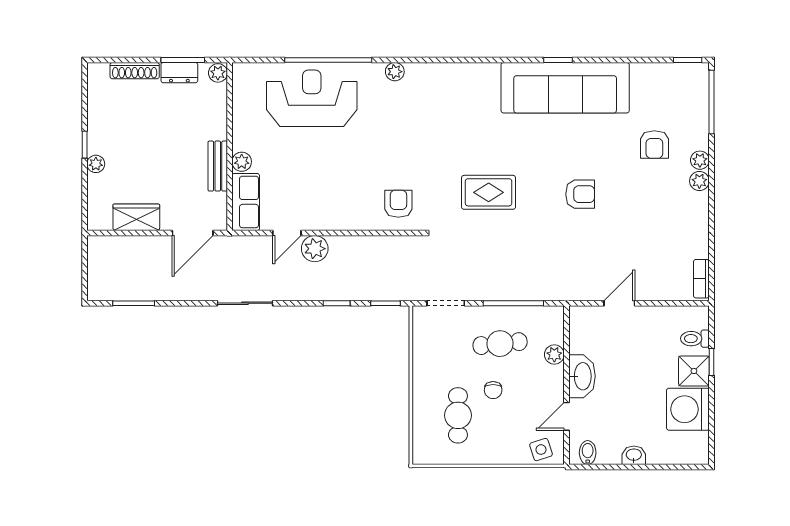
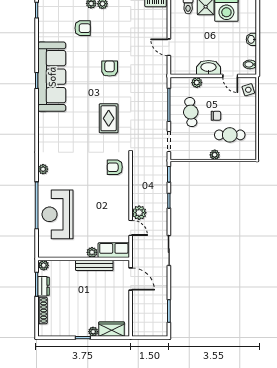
bench: (218, 166) -> (94, 265), width x1.36
wardrobe: (136, 217) -> (112, 329), moved, turned 90
plant: (421, 388) -> (215, 155), added

